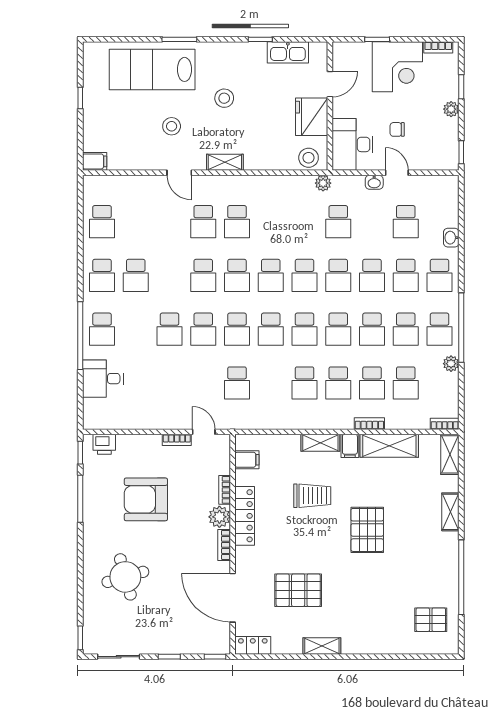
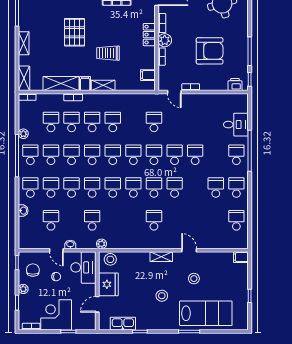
chair: (435, 140) -> (33, 270), added
school desk: (203, 222) -> (175, 220), removed
locker: (245, 516) -> (149, 35), width x0.66

